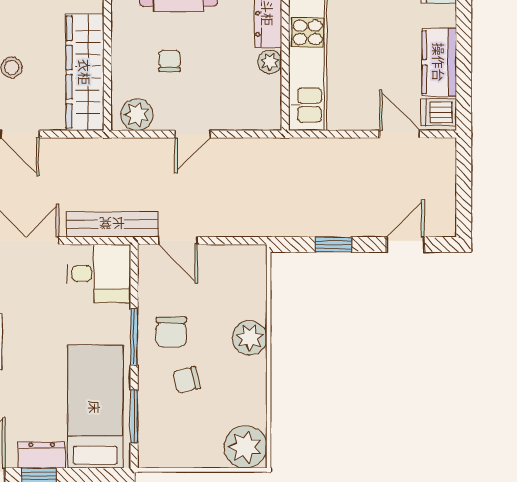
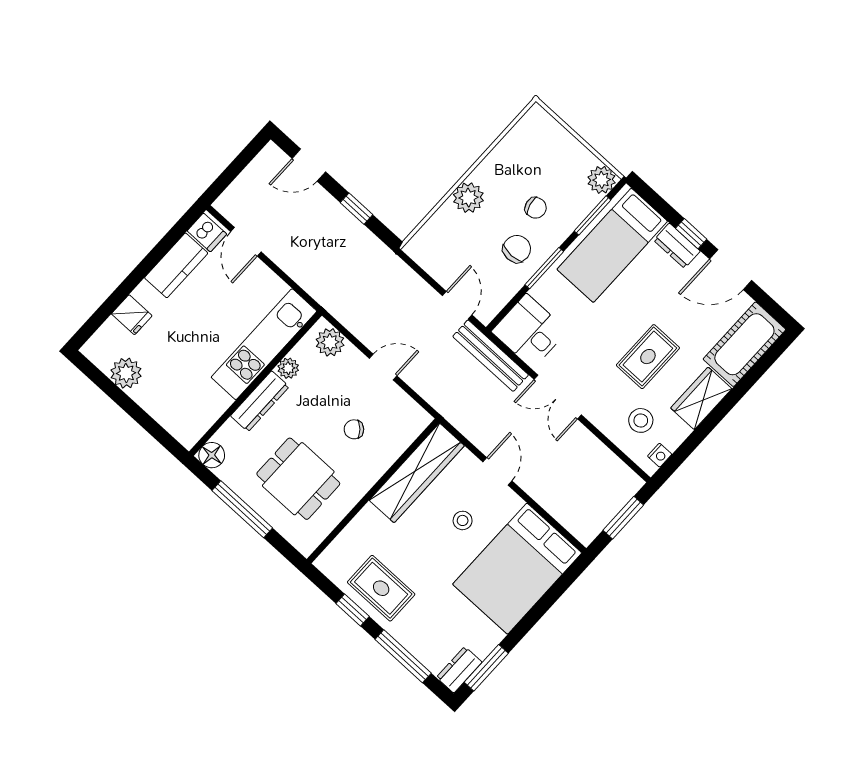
chair: (170, 61) -> (354, 429), turned 47
plant: (137, 115) -> (330, 342), moved
plant: (245, 447) -> (602, 180), moved, width x0.73, depth x0.73

